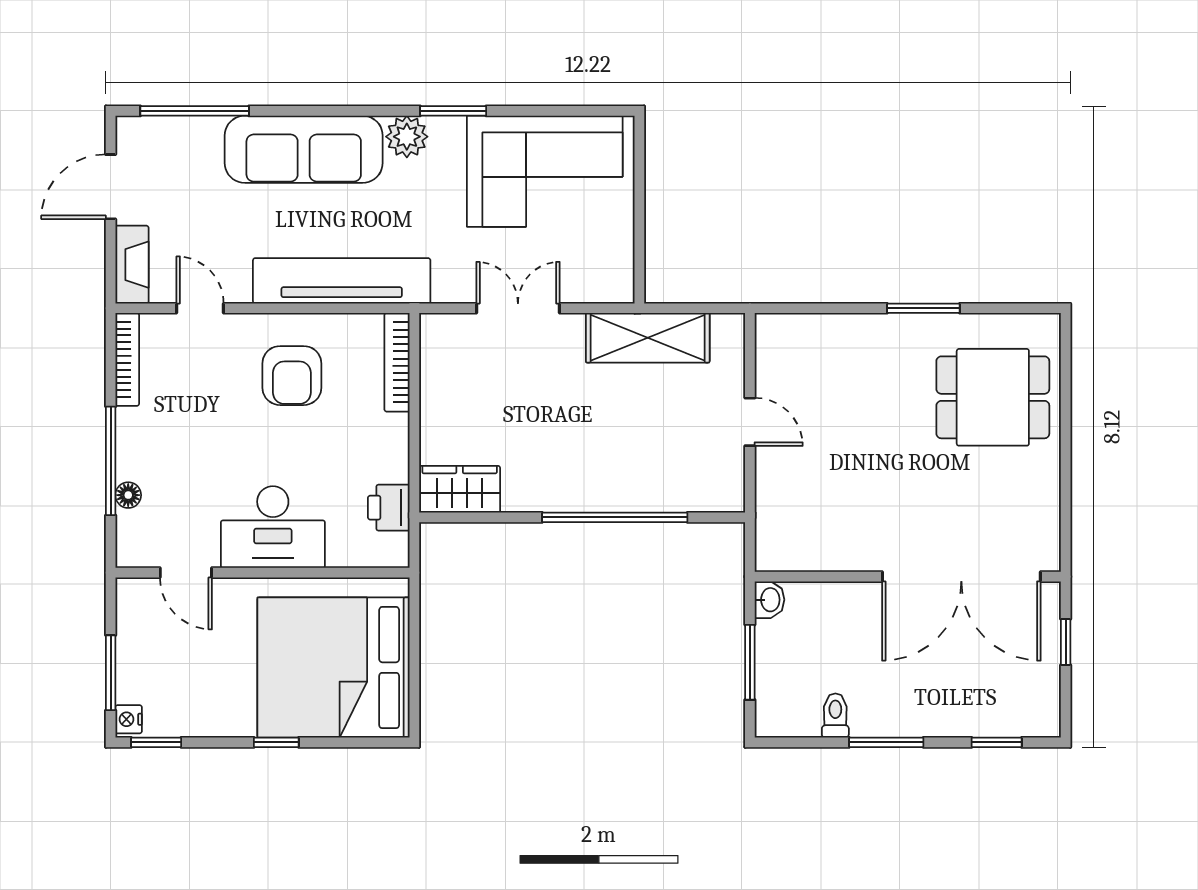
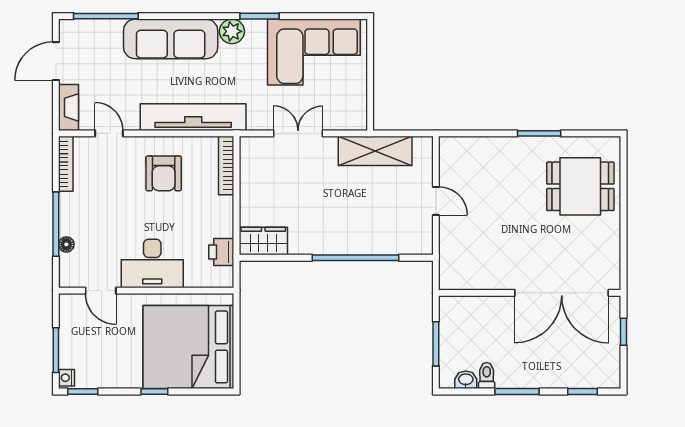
washbasin: (769, 600) -> (466, 380), moved, turned -90

